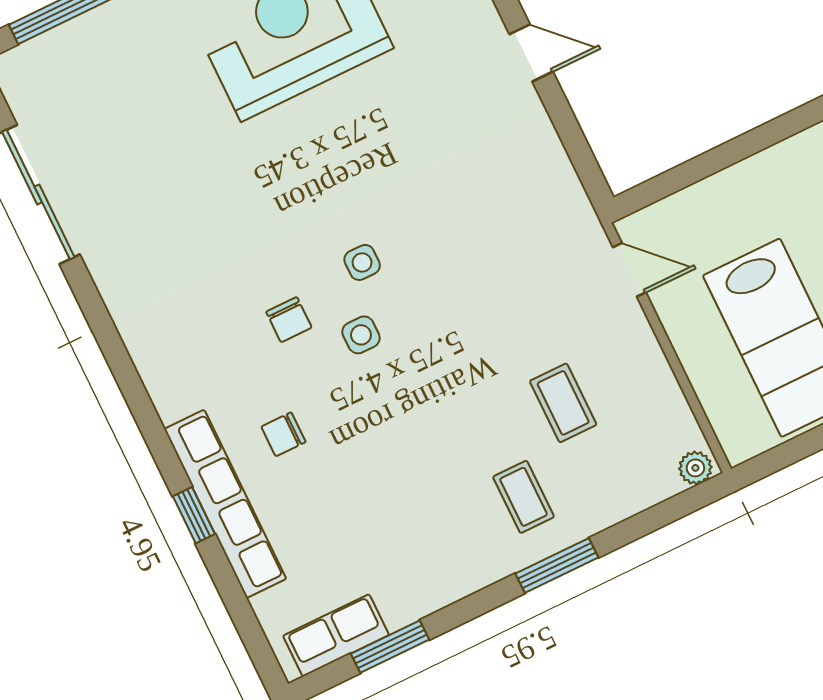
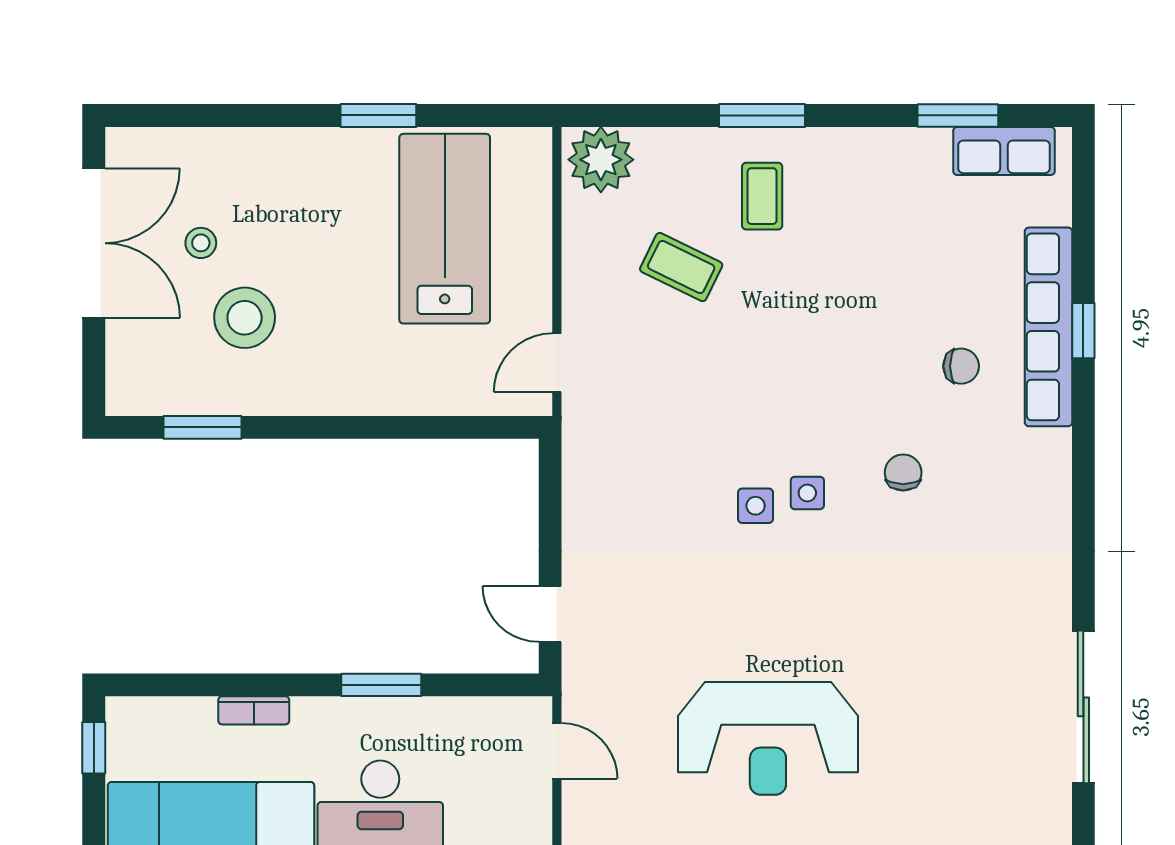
door: (629, 270) -> (557, 363), hinge flipped
side table: (361, 335) -> (756, 506), moved
coffee table: (563, 403) -> (681, 267), turned -64
plant: (695, 468) -> (601, 160), width x1.88, depth x1.88

